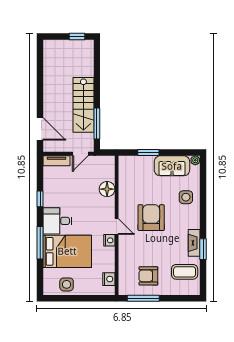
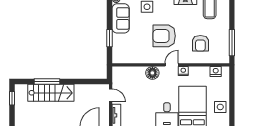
stairs: (83, 105) -> (51, 93), moved
window: (97, 124) -> (47, 81), moved
floor lamp: (107, 189) -> (152, 73), moved
armchair: (148, 276) -> (200, 43), moved

